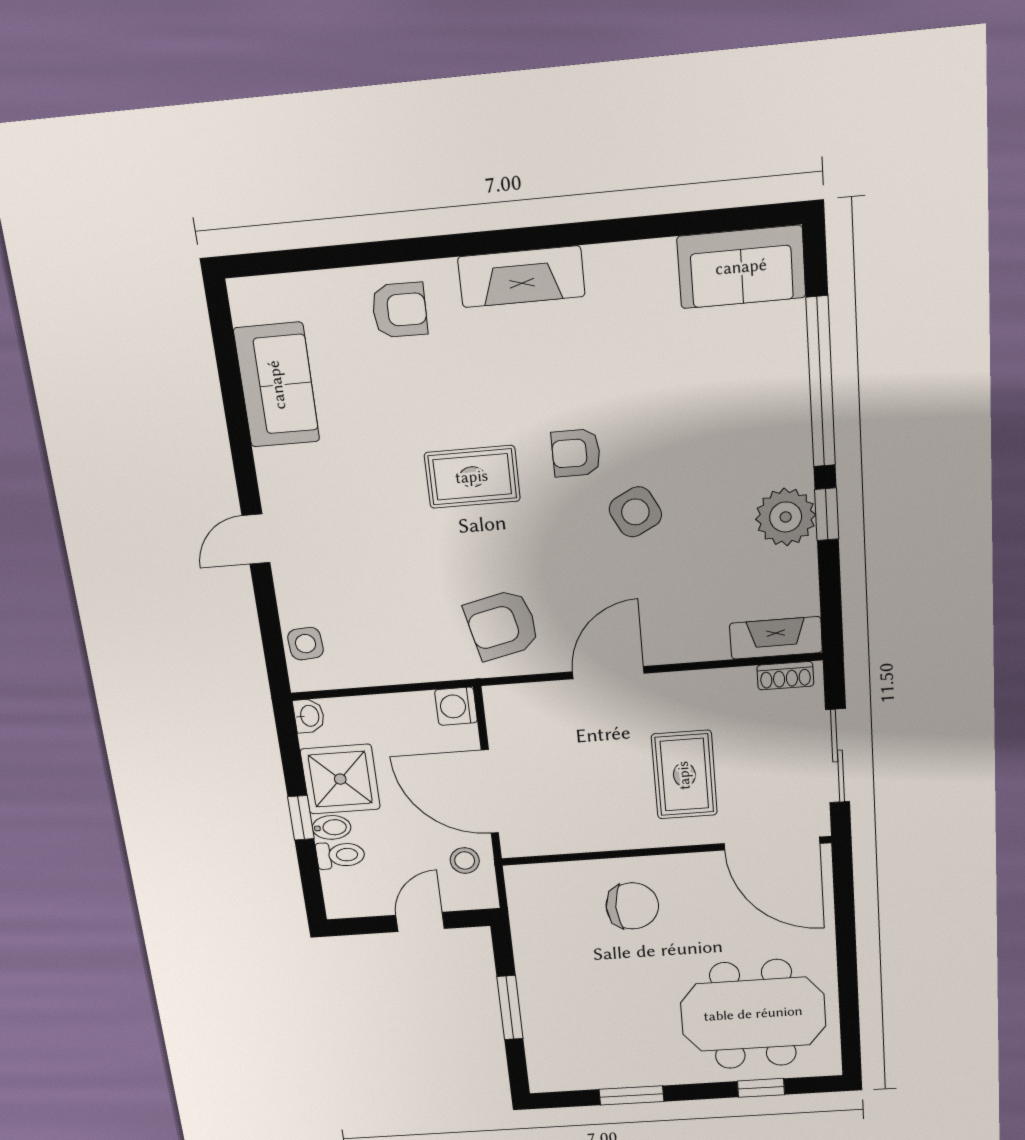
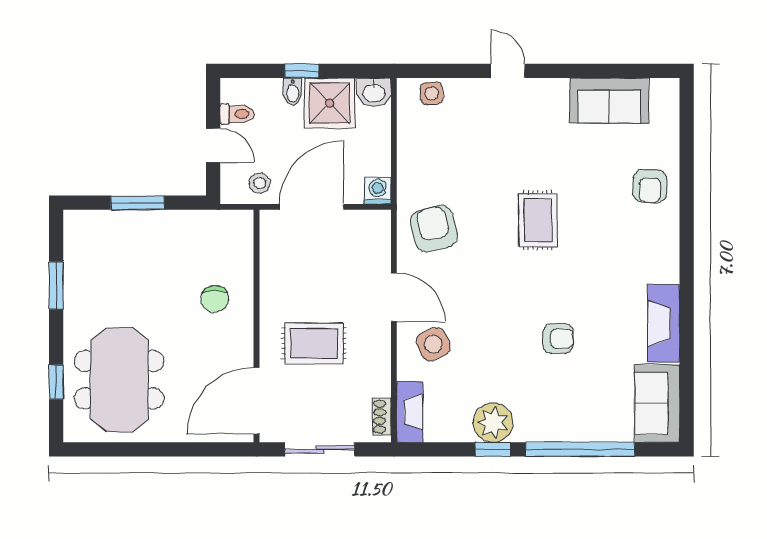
fireplace: (521, 277) -> (664, 323), moved
armchair: (576, 453) -> (558, 339), moved, turned 90
side table: (635, 512) -> (433, 344), moved
washbasin: (309, 716) -> (374, 92), width x1.38, depth x1.45
toilet: (340, 855) -> (237, 114), moved, turned -90
chair: (632, 906) -> (215, 299), width x0.73, depth x0.73

